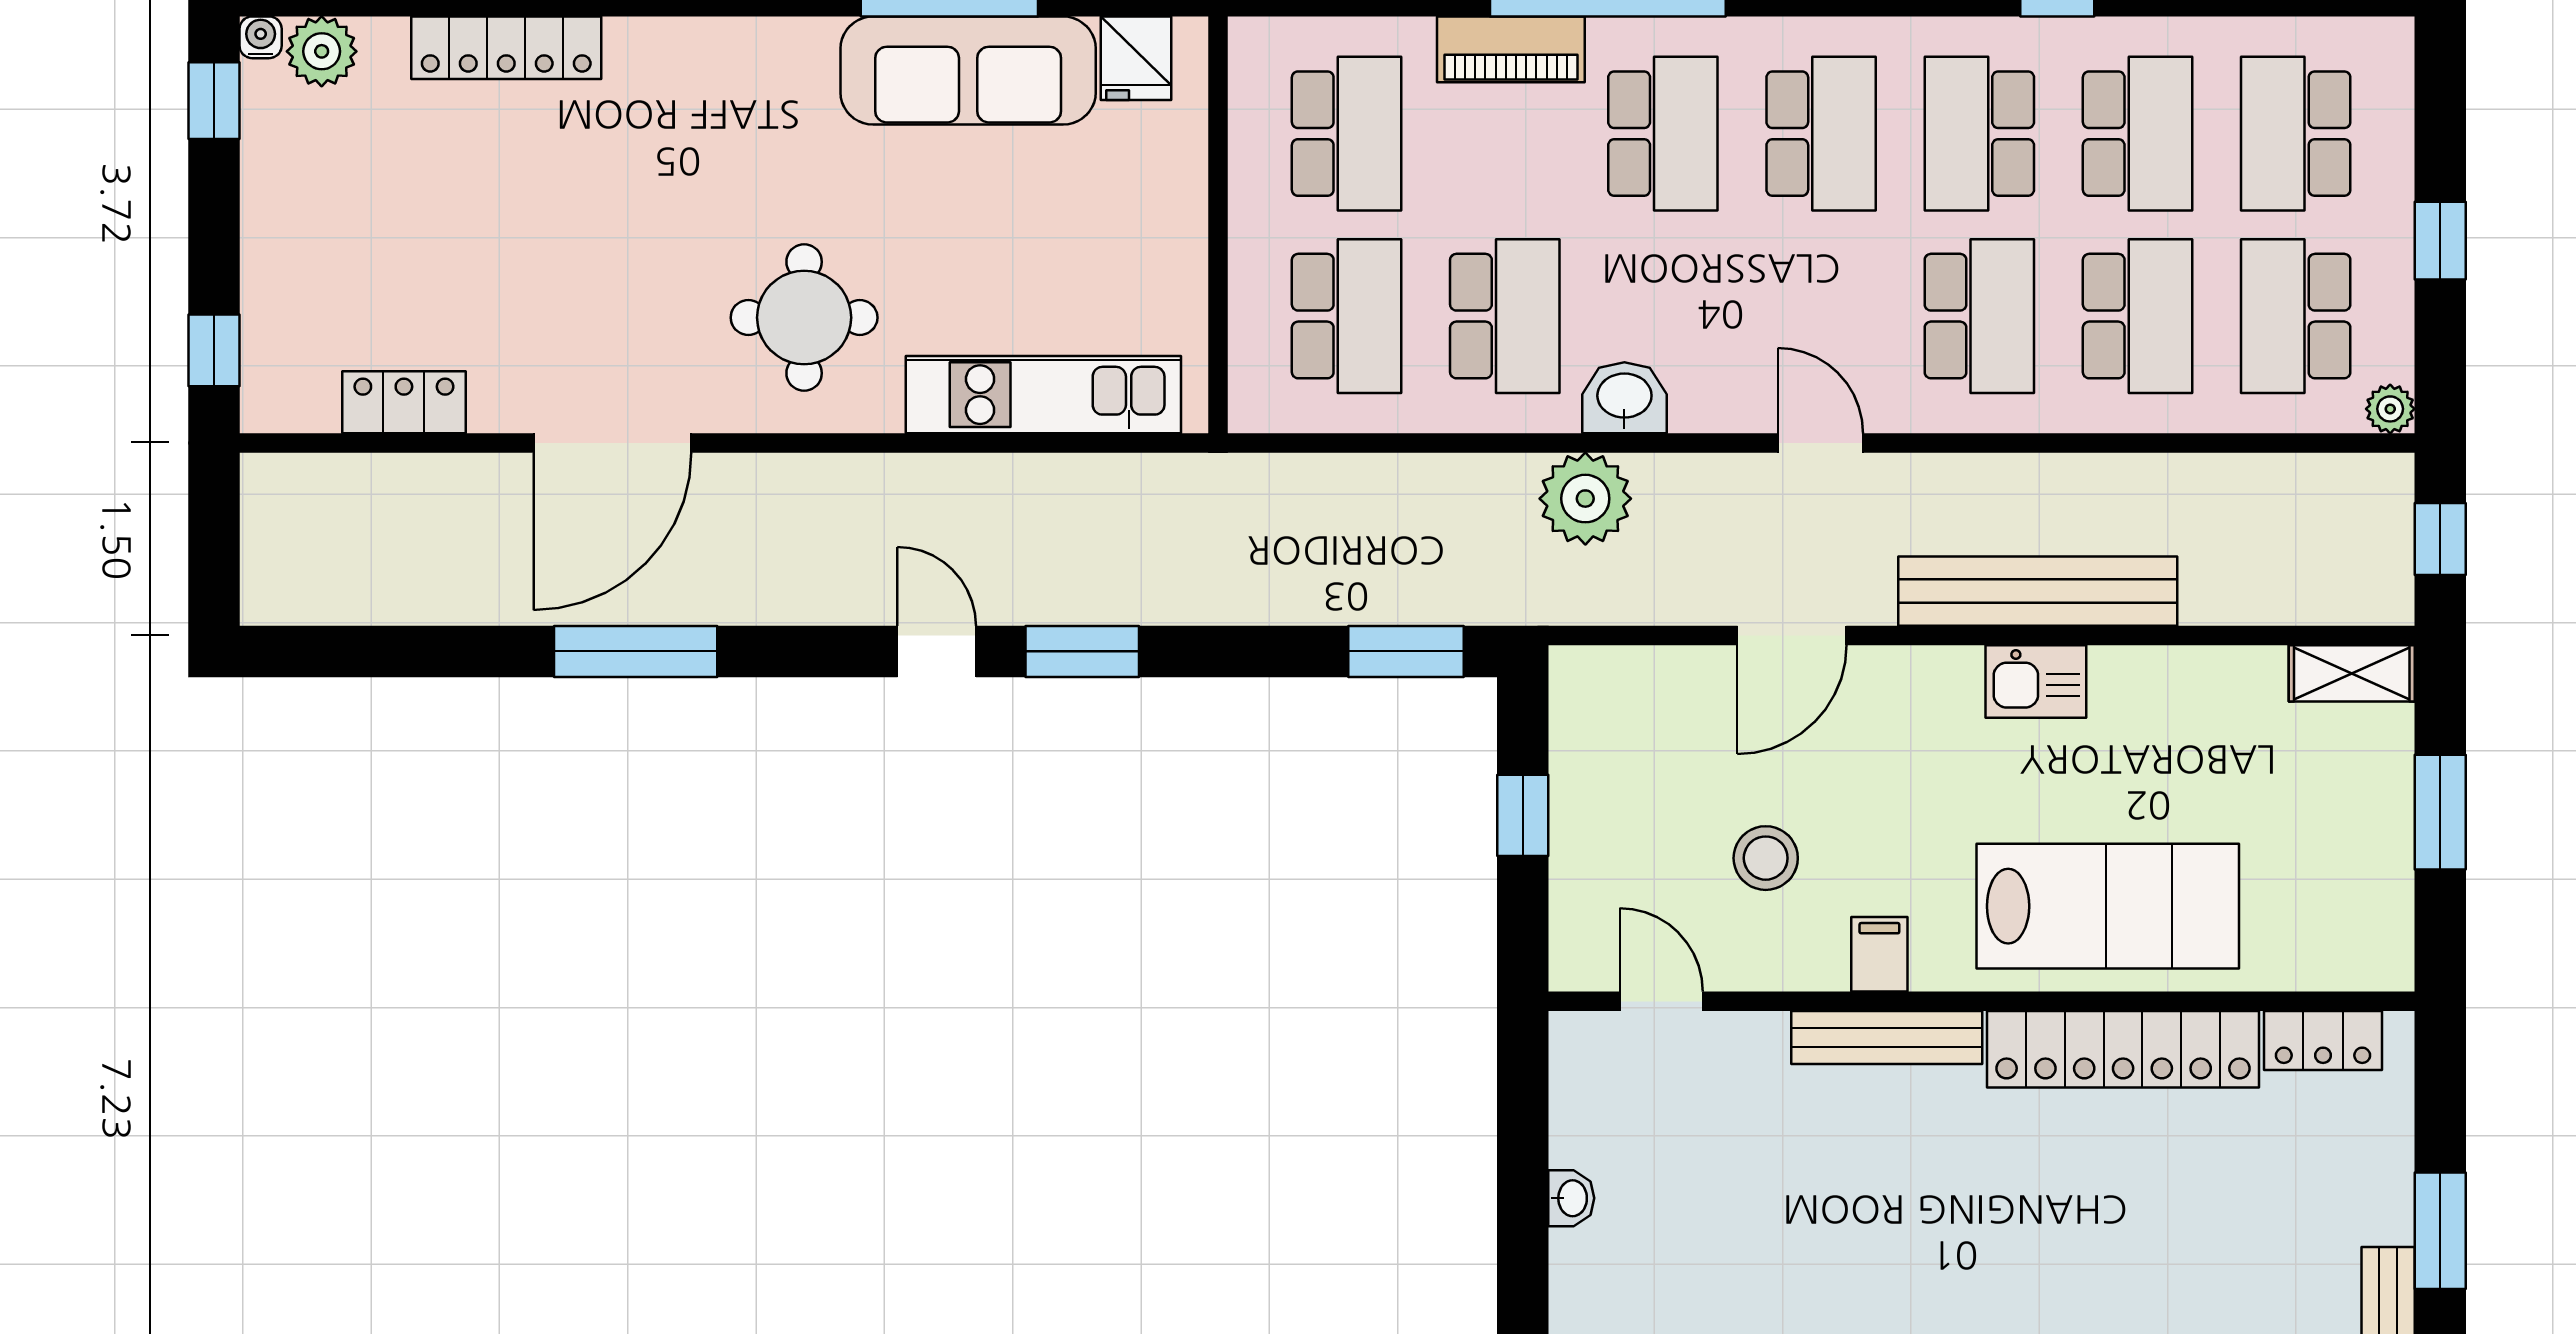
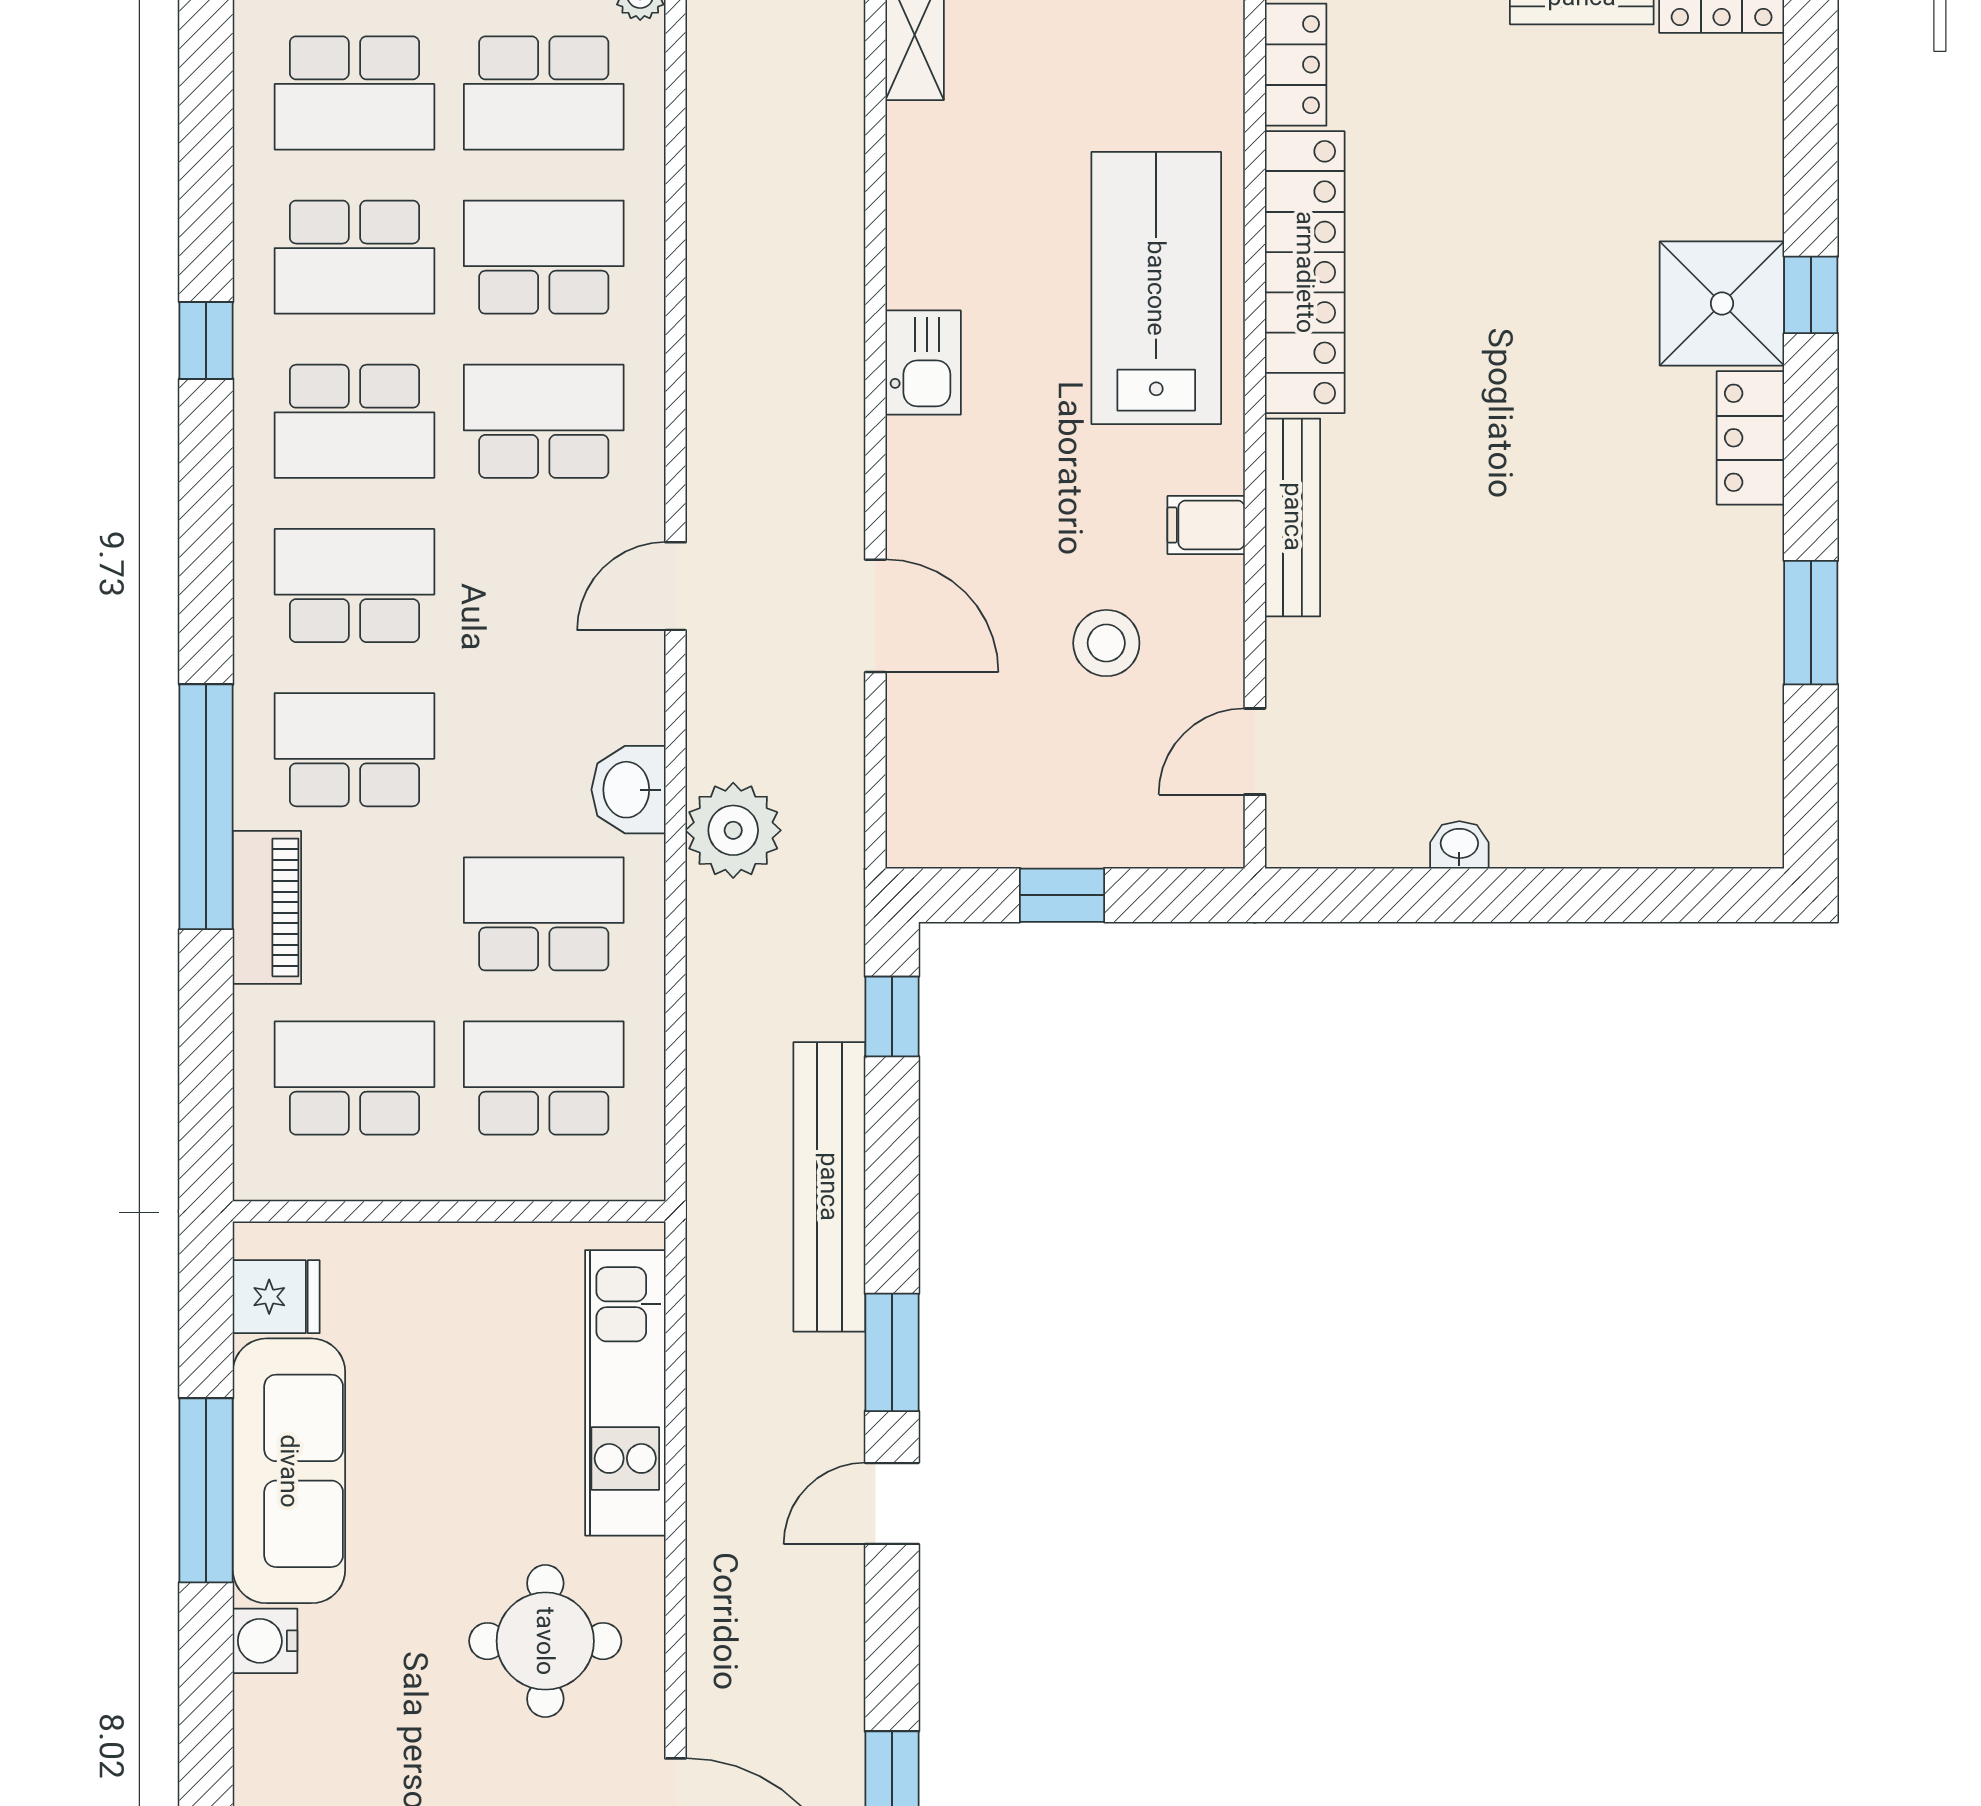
water cooler: (804, 47) -> (265, 1641), added
school desk: (2138, 134) -> (354, 257), turned 180
bench: (2038, 591) -> (829, 1187), moved
window: (1406, 651) -> (892, 1016), width x0.67

